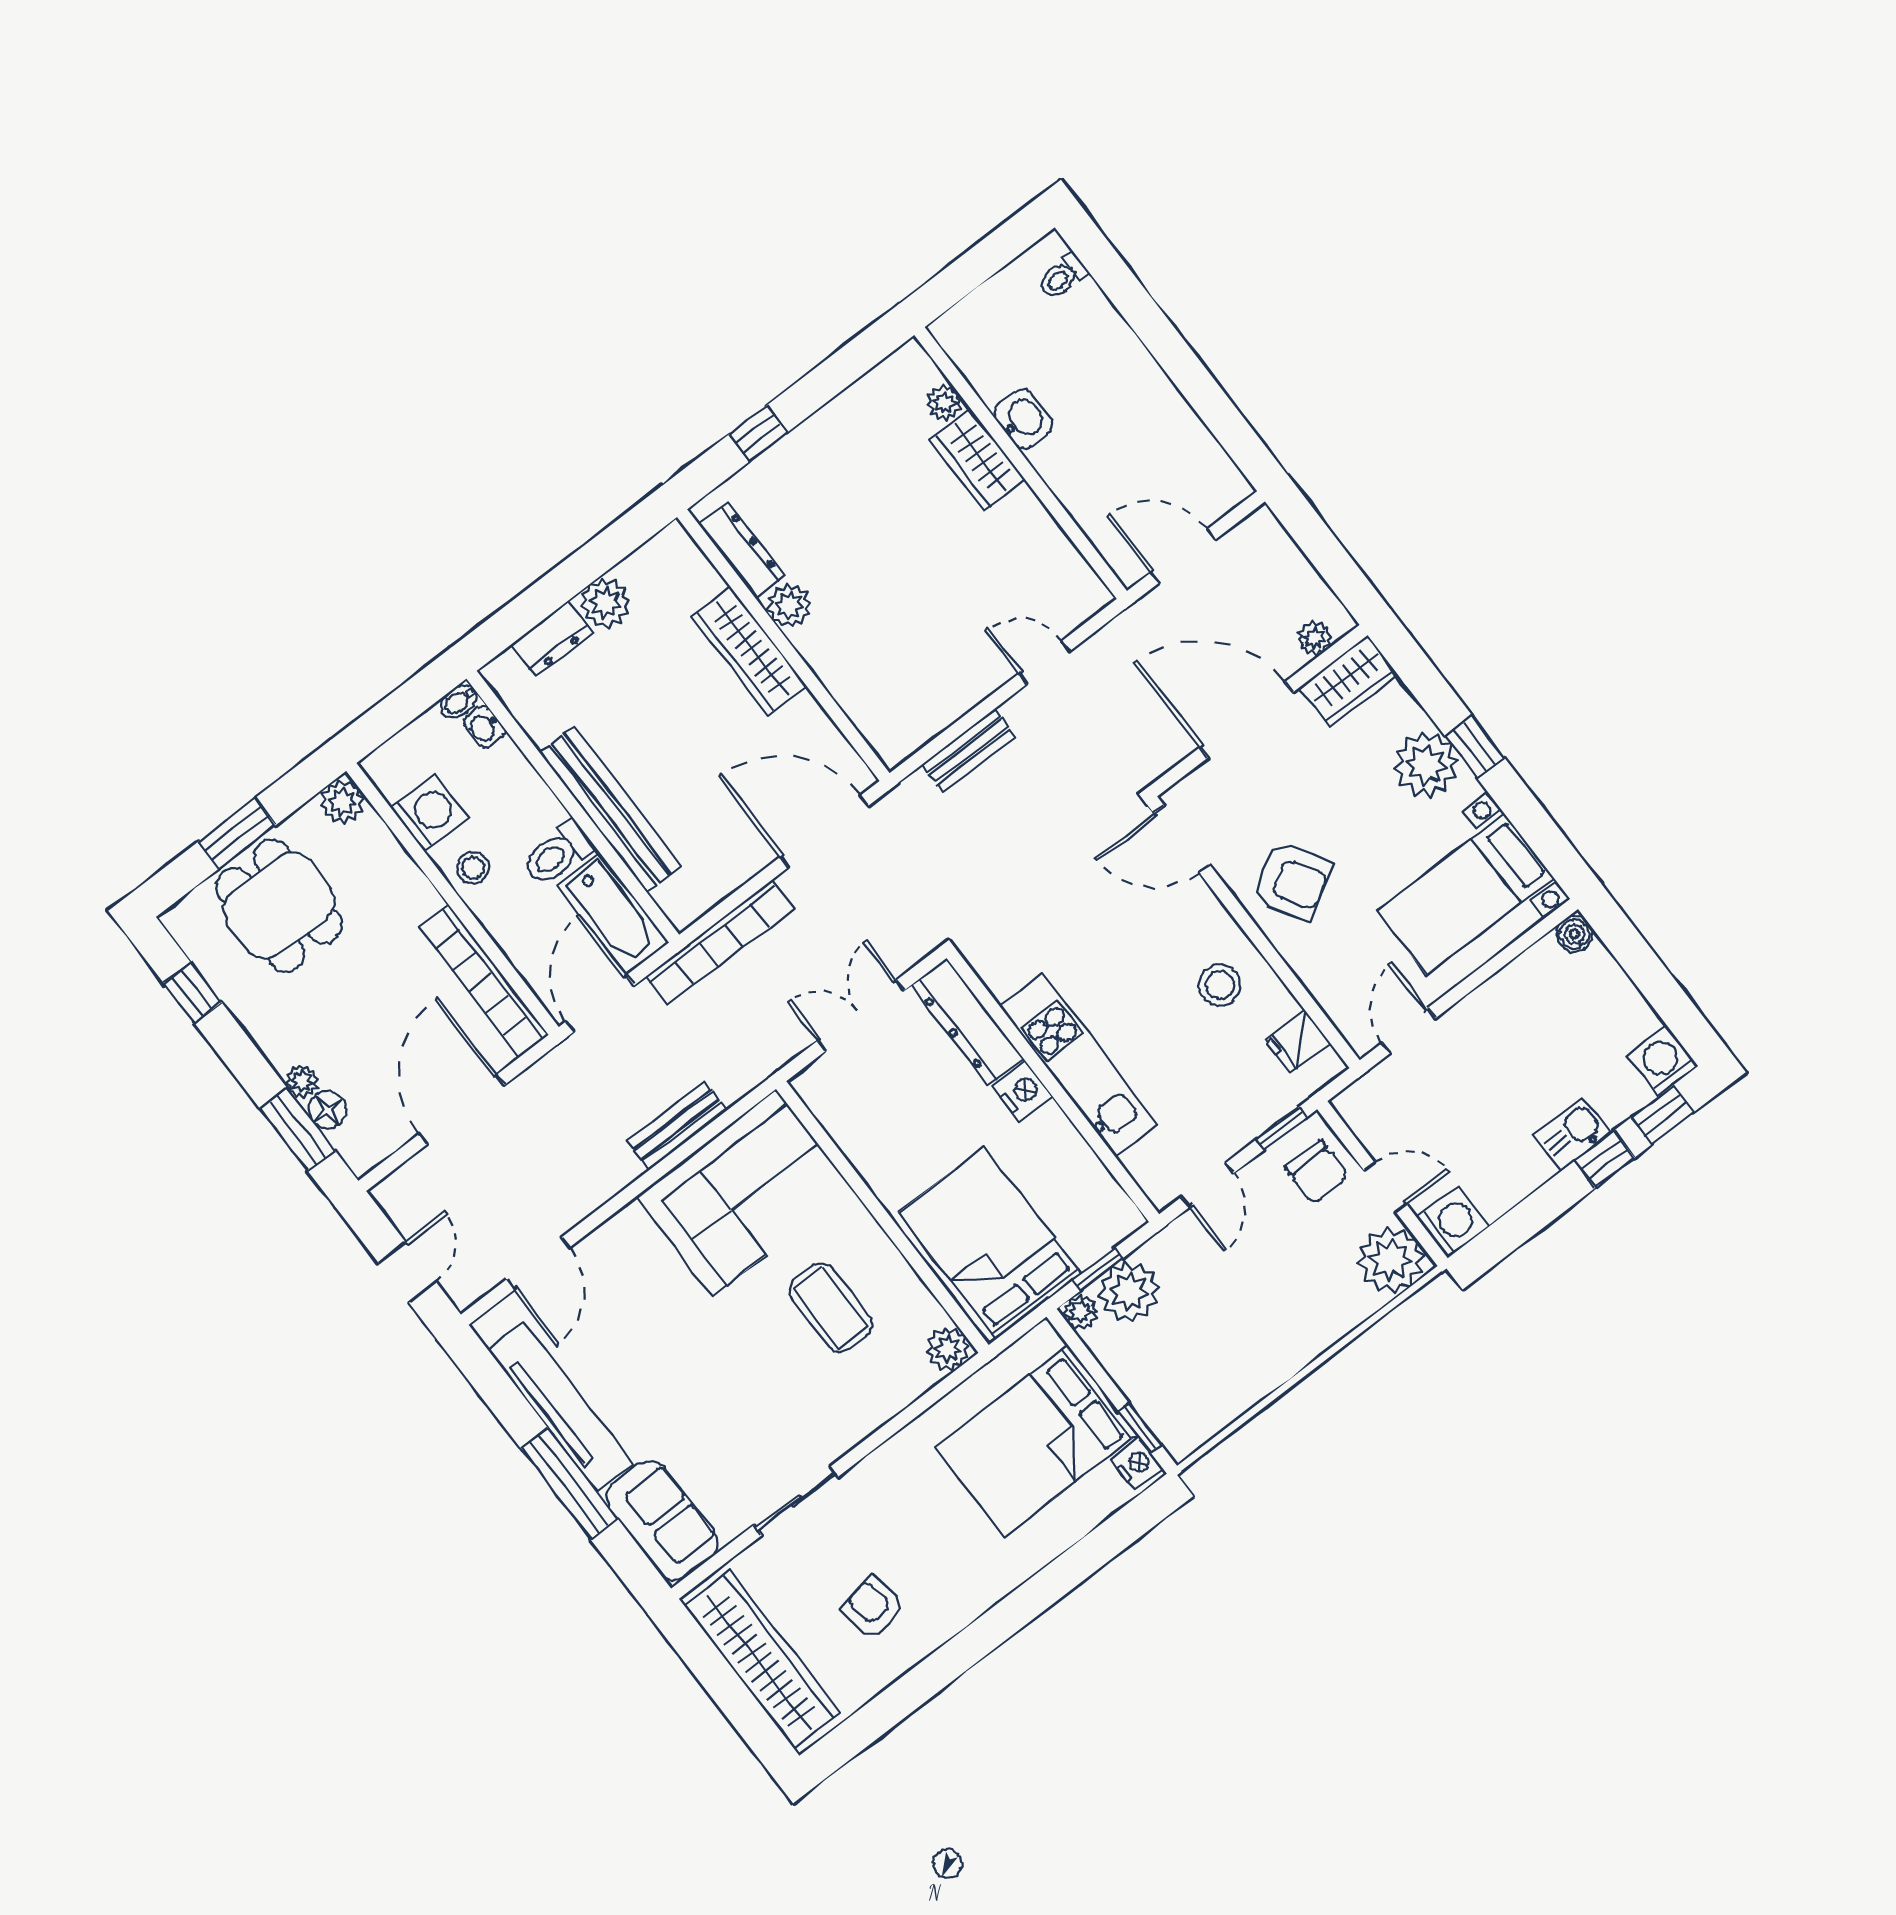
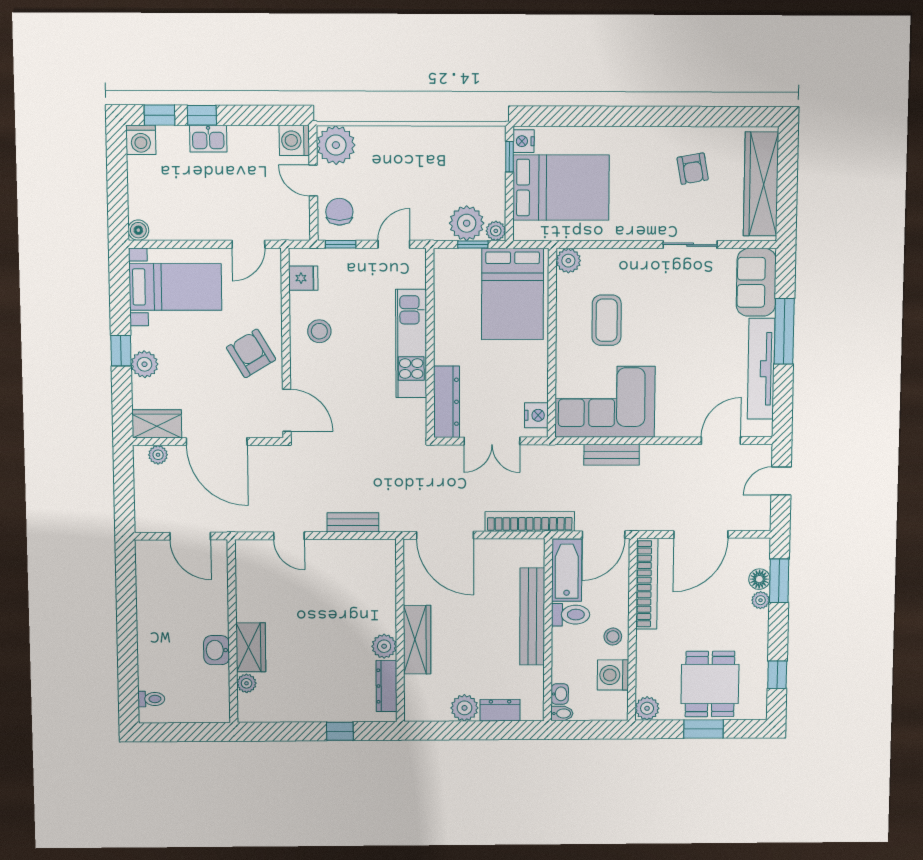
plant: (1426, 765) -> (145, 364), width x0.73, depth x0.73
nightstand: (1023, 1092) -> (536, 415), moved, turned 180

